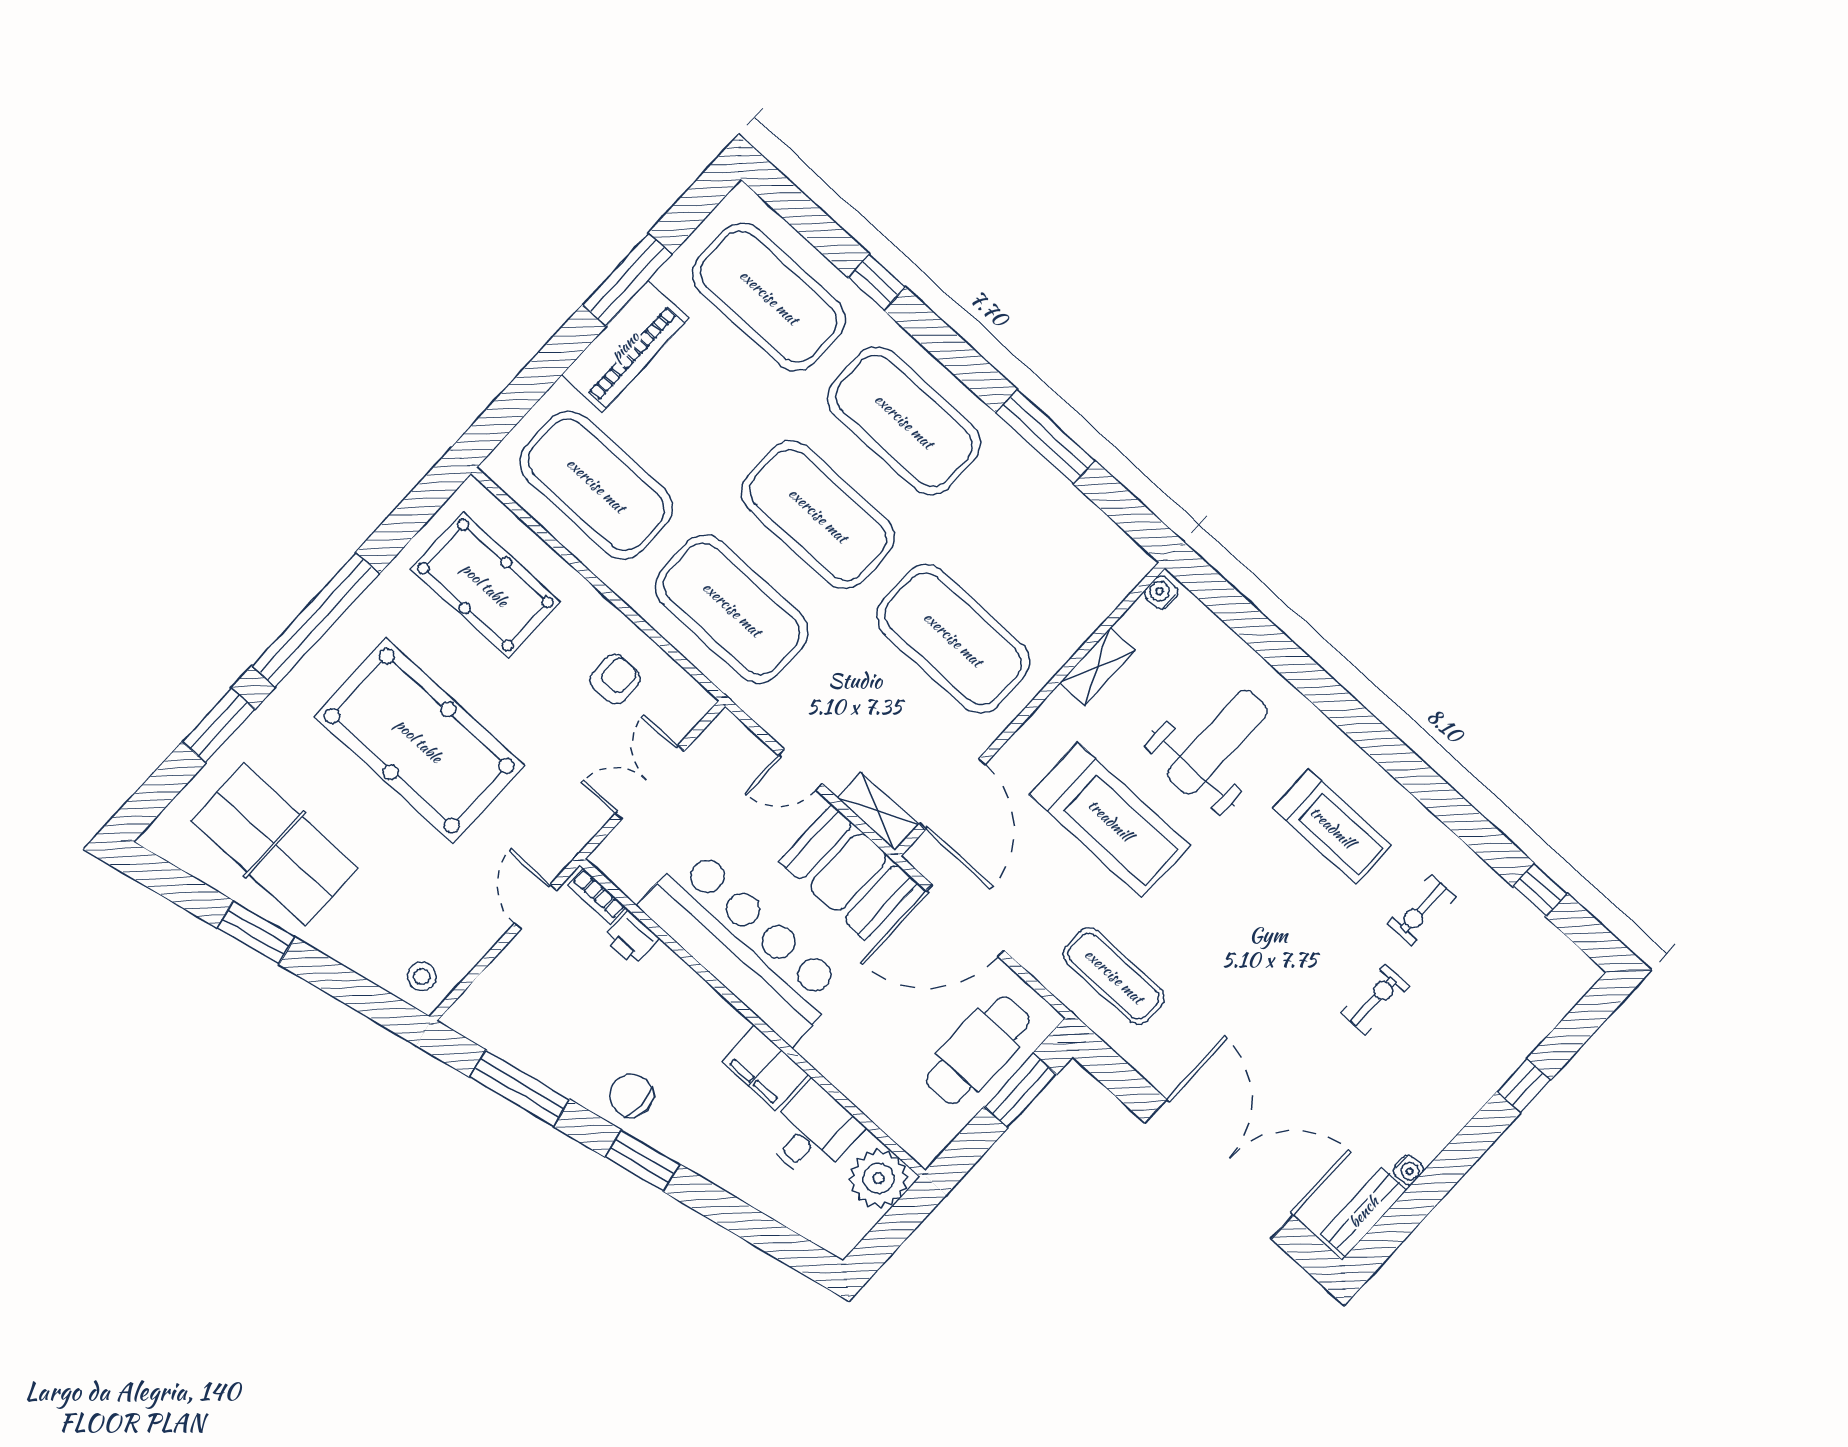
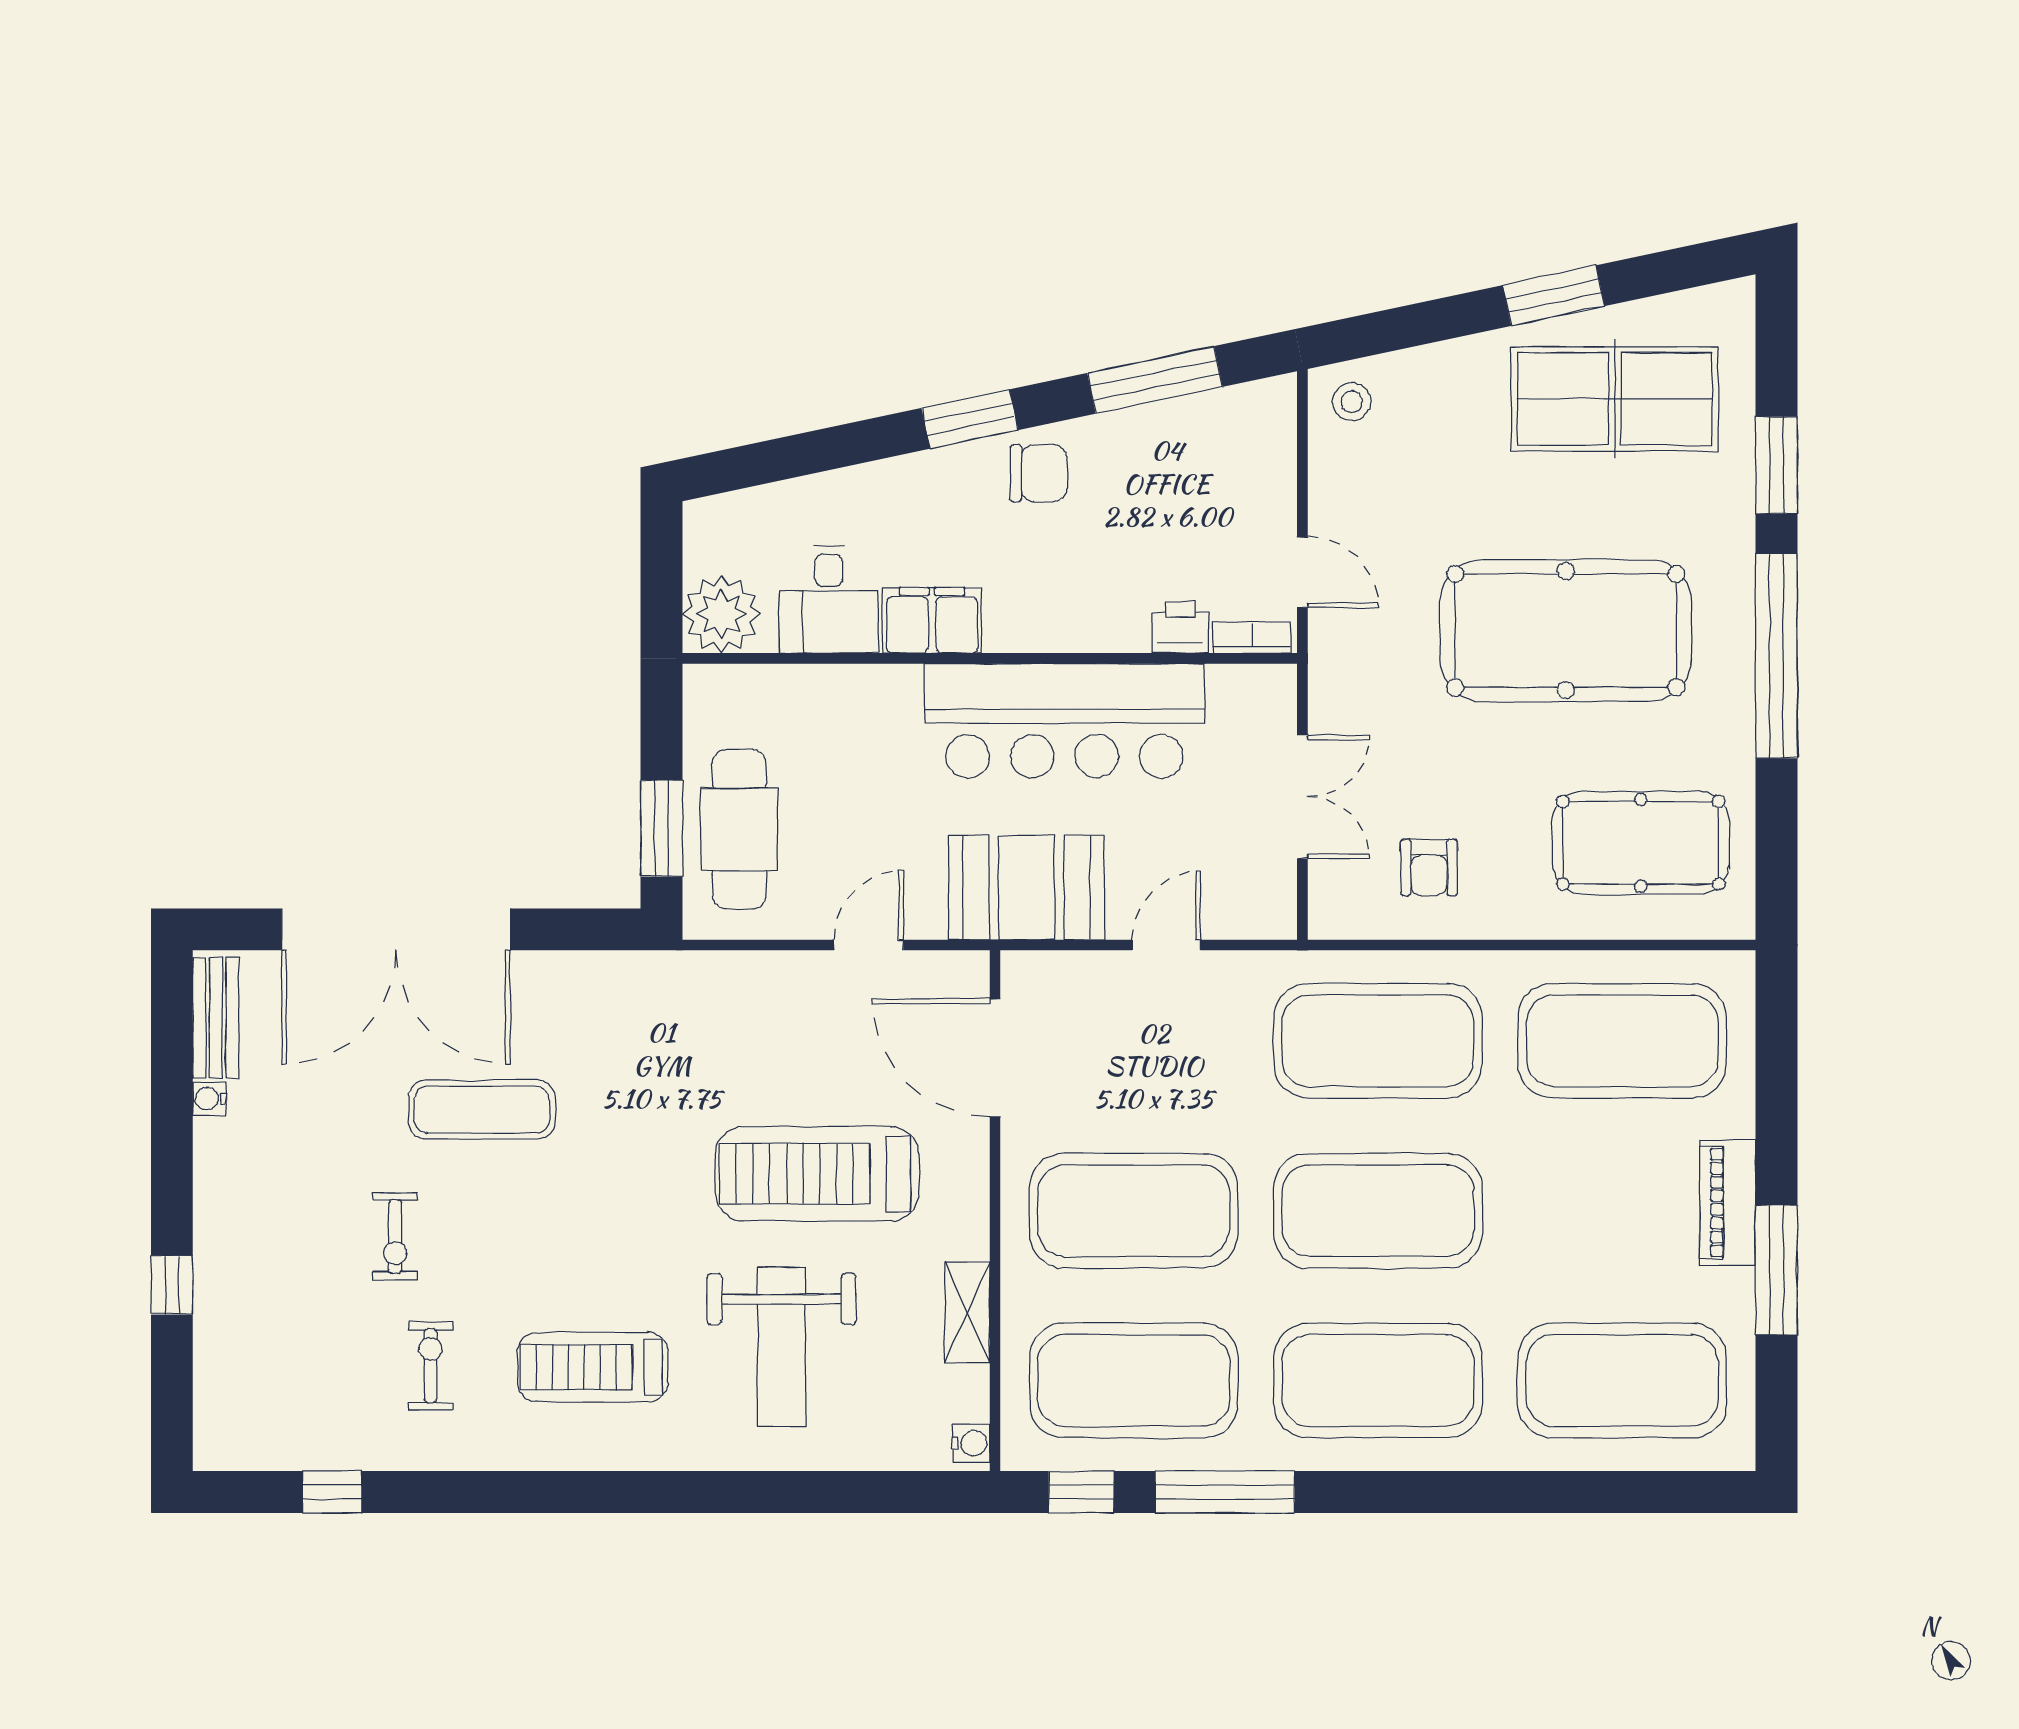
window: (877, 282) -> (1081, 1492), moved
piano: (625, 346) -> (1728, 1203), width x0.73, depth x0.75
exercise mat: (1039, 545) -> (1134, 1381), added
shelving: (878, 811) -> (1052, 974), removed
door: (965, 921) -> (869, 945), width x0.53
exercise mat: (1114, 976) -> (482, 1110), moved

